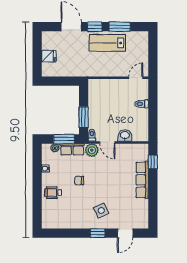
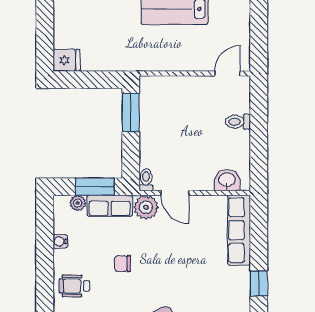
fridge: (49, 56) -> (66, 60), moved
window: (84, 117) -> (131, 112), moved
washbasin: (125, 135) -> (227, 180), moved
window: (153, 162) -> (259, 283), moved
row of seats: (142, 180) -> (239, 230), moved

